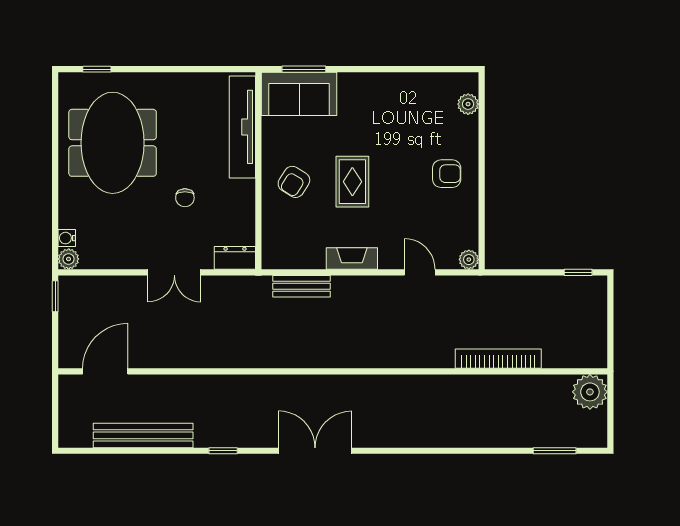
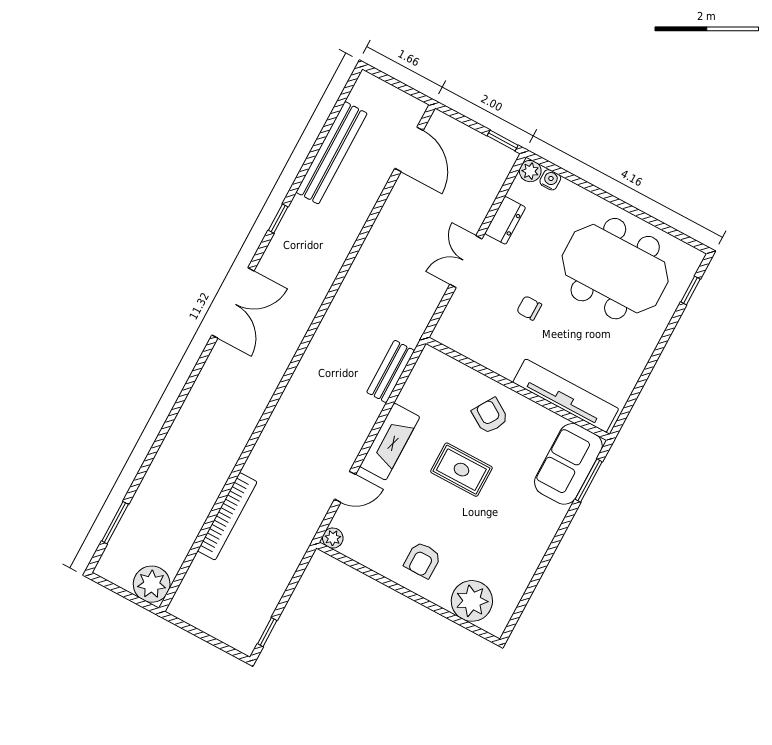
plant: (468, 104) -> (472, 601), width x1.88, depth x1.88
dresser: (235, 258) -> (505, 220), moved
fireplace: (352, 258) -> (390, 442), width x1.37, depth x1.32

